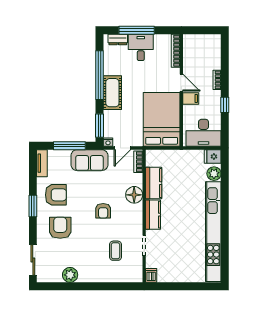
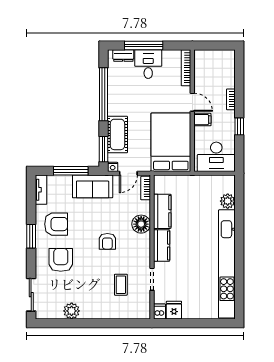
cot: (112, 93) -> (117, 134), moved
fridge: (213, 156) -> (174, 310), moved, turned 90

